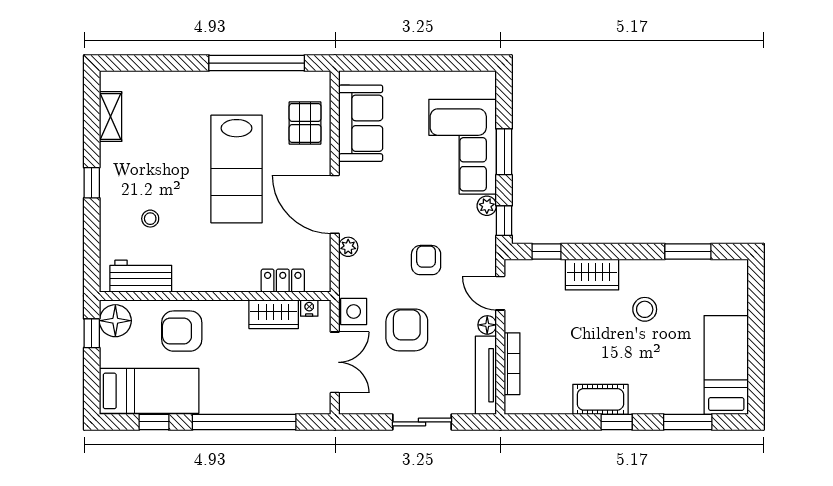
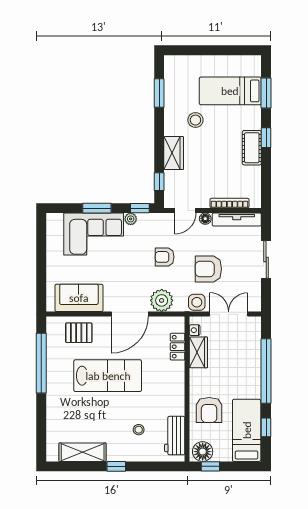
shelving: (110, 117) -> (83, 452), width x1.50, depth x1.33
plant: (348, 247) -> (162, 300), width x1.87, depth x1.87
bed: (726, 365) -> (230, 91), moved

